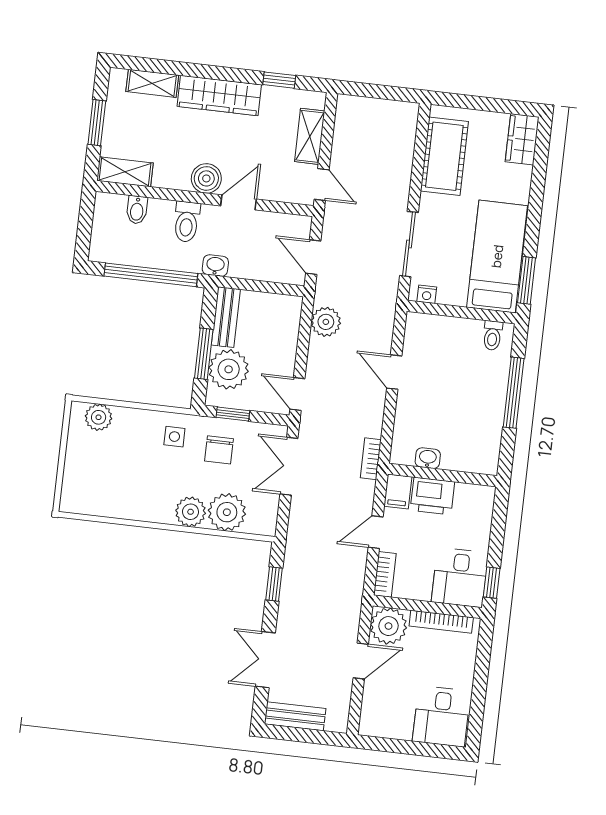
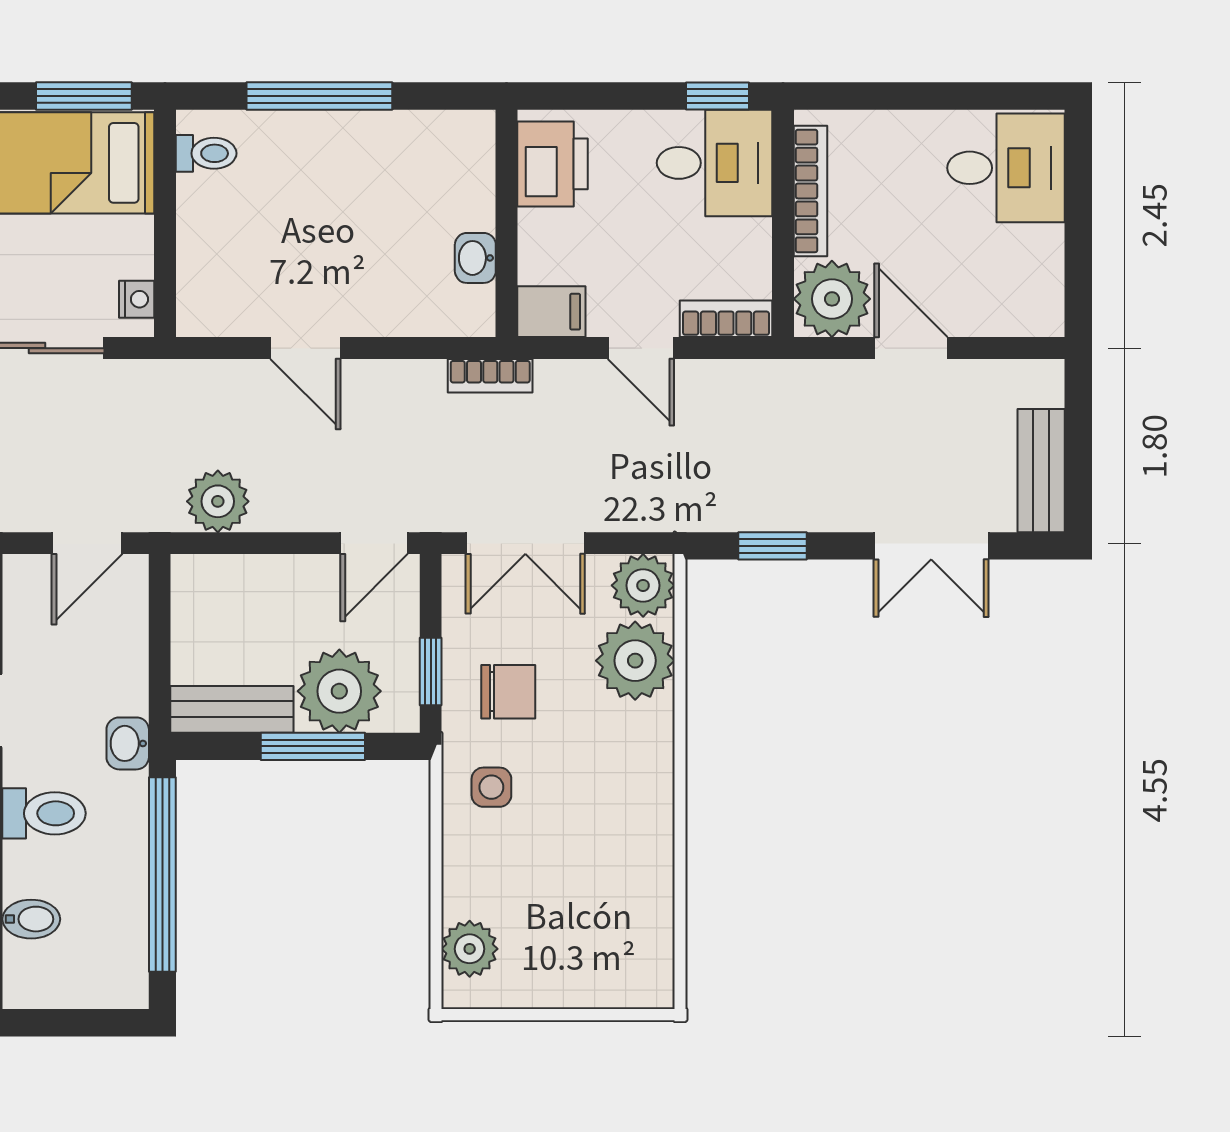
door: (394, 372) -> (305, 348), hinge flipped
printer: (432, 496) -> (553, 164), moved
plant: (191, 512) -> (643, 585), moved

